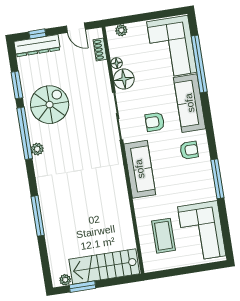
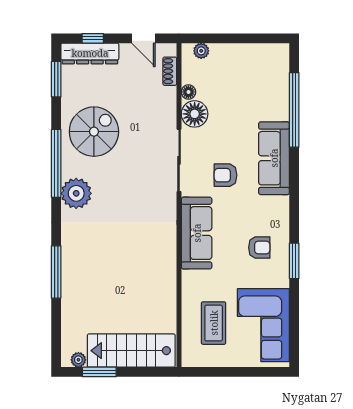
corner sofa: (172, 47) -> (262, 83), removed
window: (17, 85) -> (56, 79), moved
plant: (37, 149) -> (76, 193), width x1.88, depth x1.88
armchair: (189, 150) -> (259, 248), moved
window: (217, 179) -> (294, 261), width x0.69

